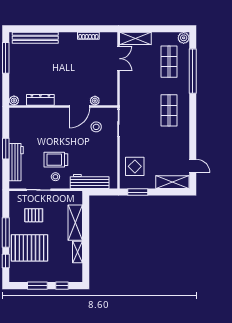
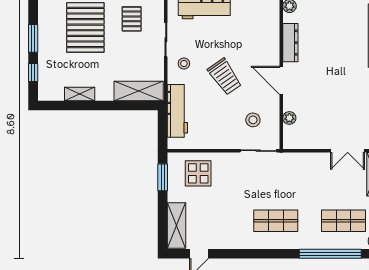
door: (79, 106) -> (281, 80), moved
trolley: (56, 160) -> (225, 77), moved, turned 145
pallet: (34, 215) -> (132, 19), moved
shelving: (75, 223) -> (139, 91), moved

